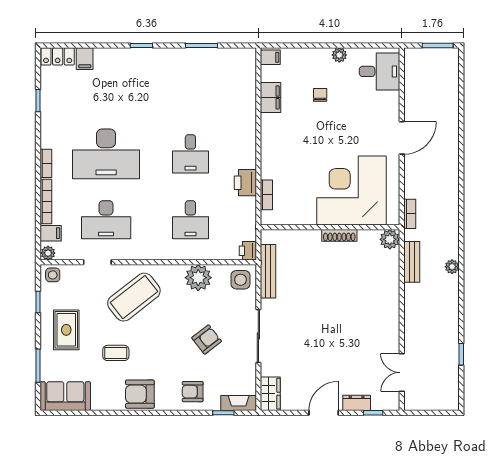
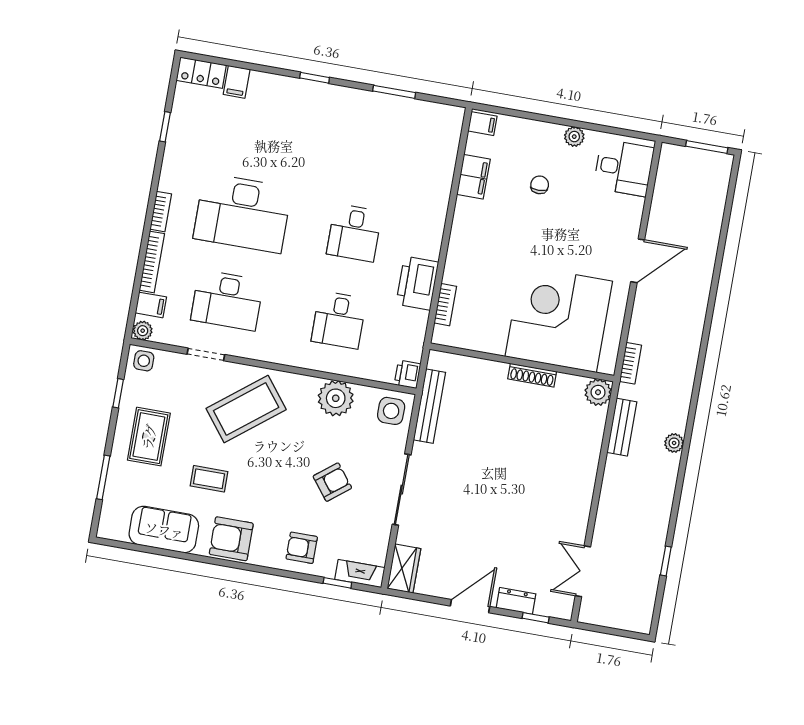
printer: (245, 183) -> (417, 283), width x1.37, depth x1.19
sofa: (65, 396) -> (164, 530), moved

